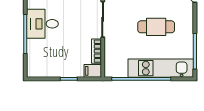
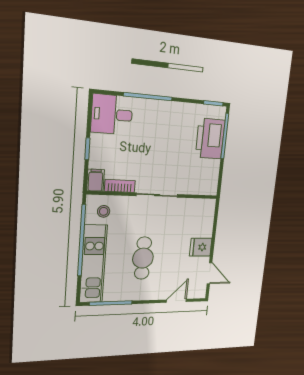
desk: (42, 24) -> (112, 114), moved, turned -90
stool: (117, 63) -> (104, 211), added

